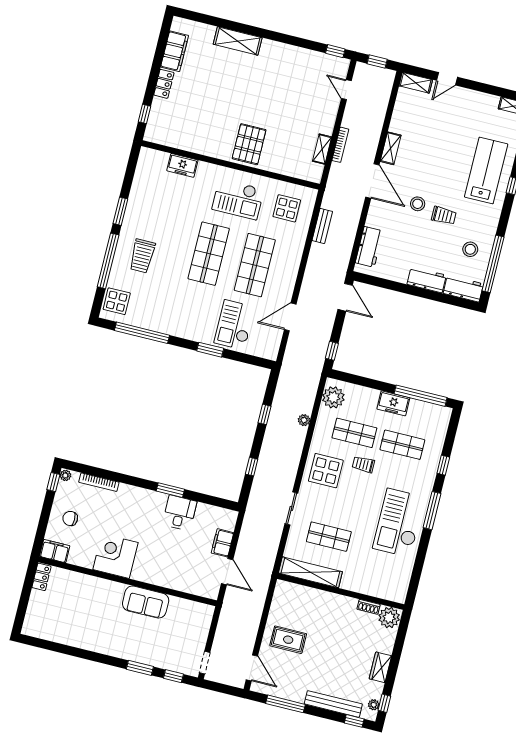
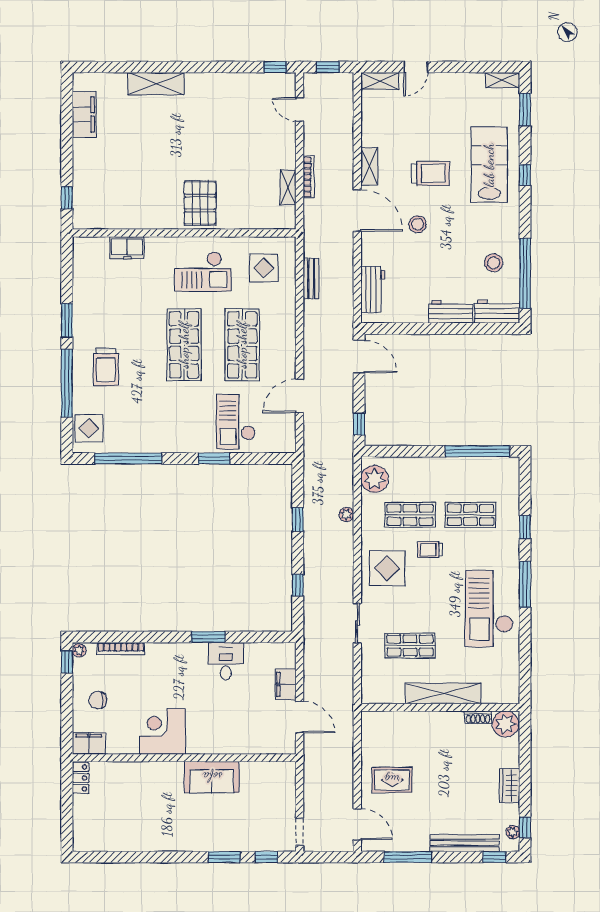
locker: (164, 84) -> (81, 156), removed
trolley: (444, 216) -> (431, 173), moved, width x1.36, depth x1.39
freezer: (393, 403) -> (448, 468), removed
shelving: (310, 572) -> (443, 693), moved

